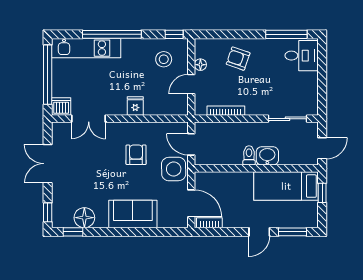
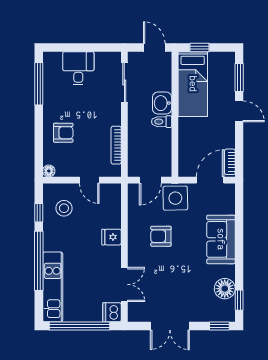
window: (174, 34) -> (39, 213), moved
desk: (302, 56) -> (78, 68), moved
armchair: (238, 59) -> (63, 133), turned -109
floor lamp: (200, 65) -> (49, 171), moved

